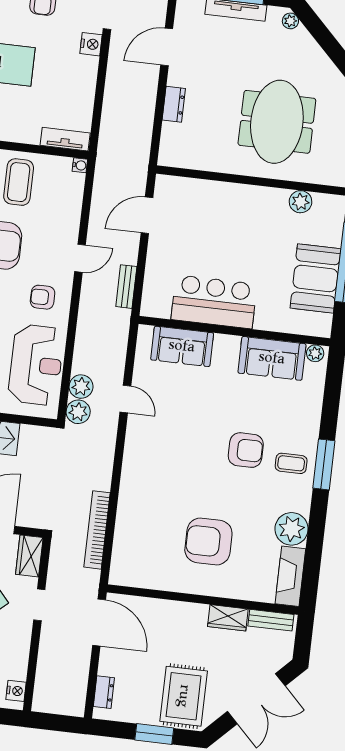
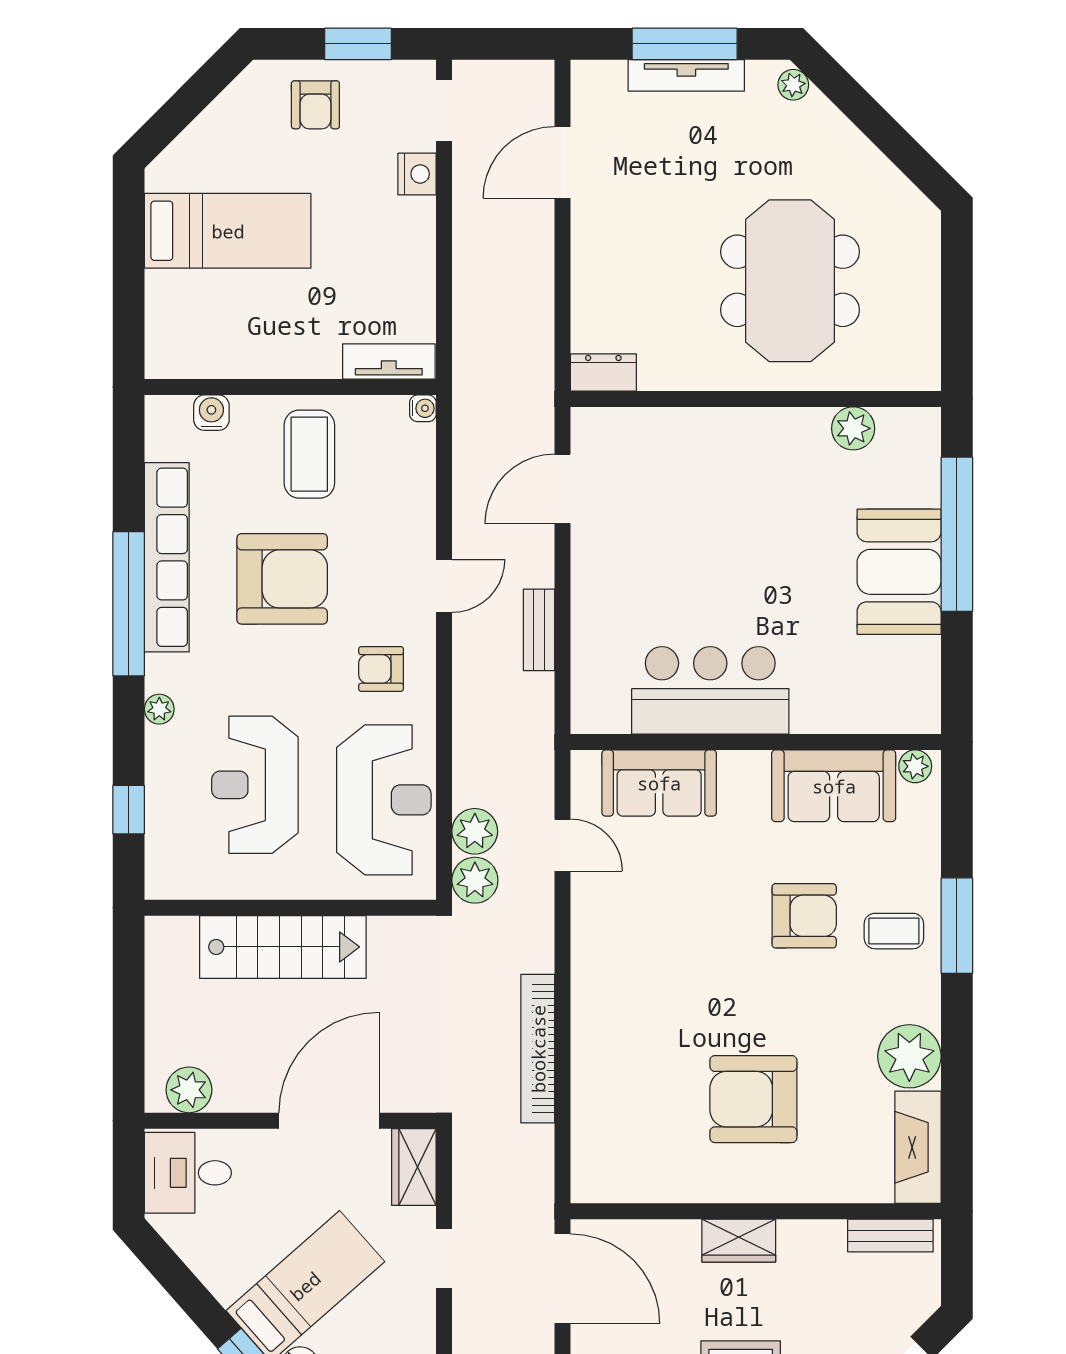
dresser: (174, 104) -> (603, 372), moved, turned -90
bar counter: (214, 302) -> (710, 690), moved
wall: (234, 331) -> (756, 742), moved
sofa: (182, 346) -> (659, 783), moved
plant: (315, 353) -> (915, 766), moved
sofa: (272, 358) -> (834, 786), moved
bookcase: (97, 530) -> (538, 1049), moved
wardrobe: (228, 618) -> (739, 1241), moved

